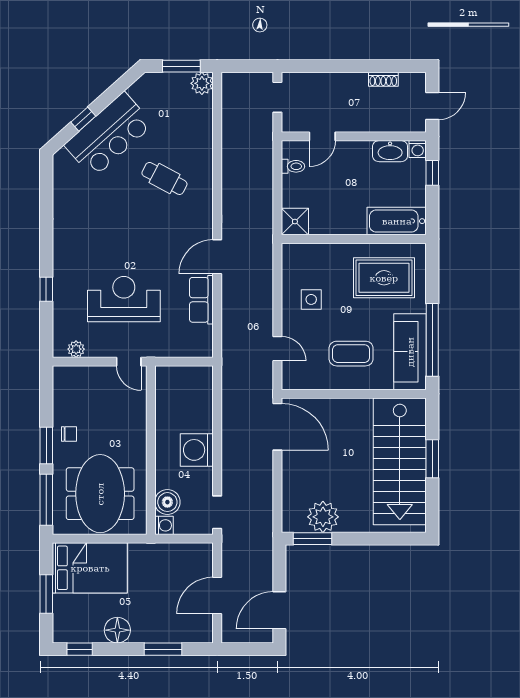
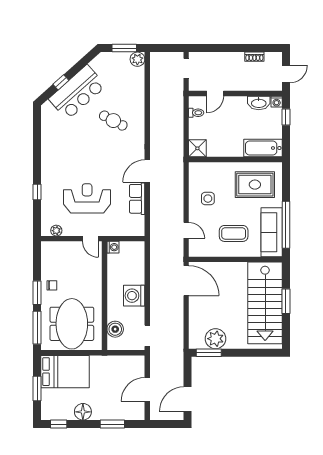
washing machine: (164, 525) -> (113, 247), moved

